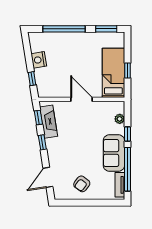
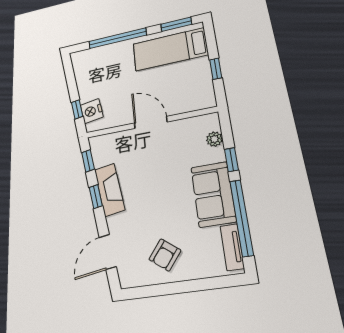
nightstand: (39, 60) -> (92, 111), moved
bed: (113, 73) -> (170, 49), moved, turned -90
fireplace: (49, 122) -> (110, 189), moved

